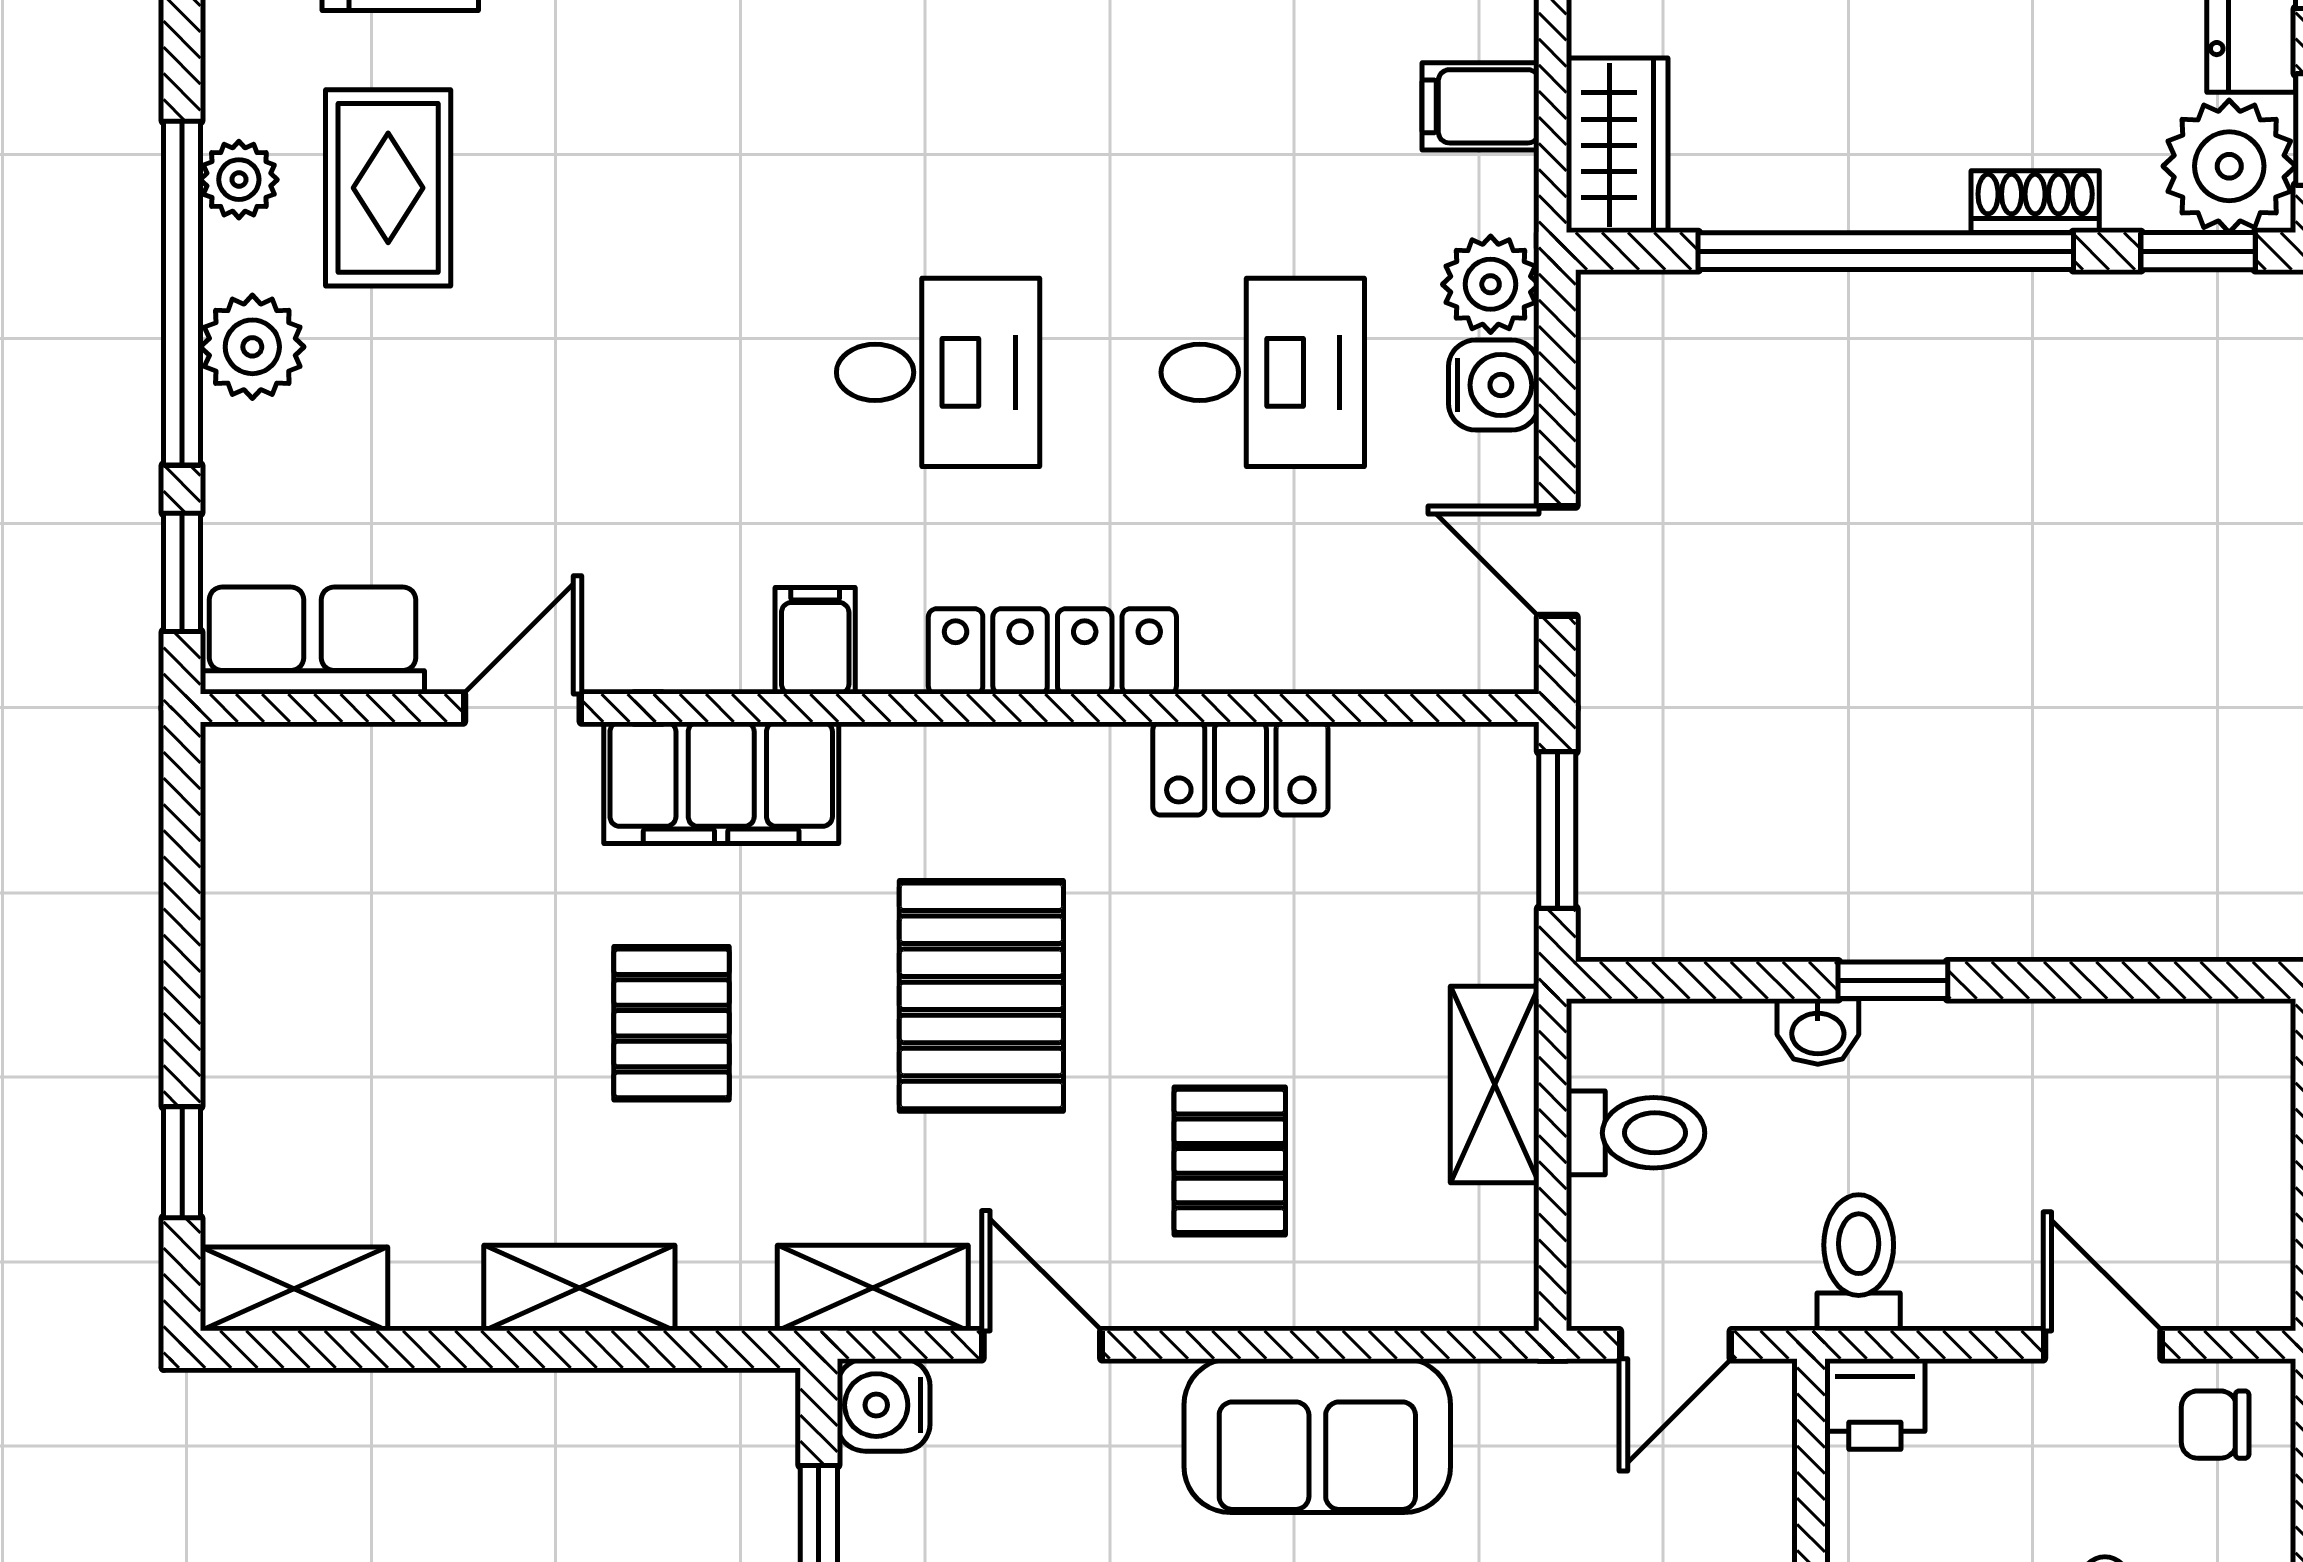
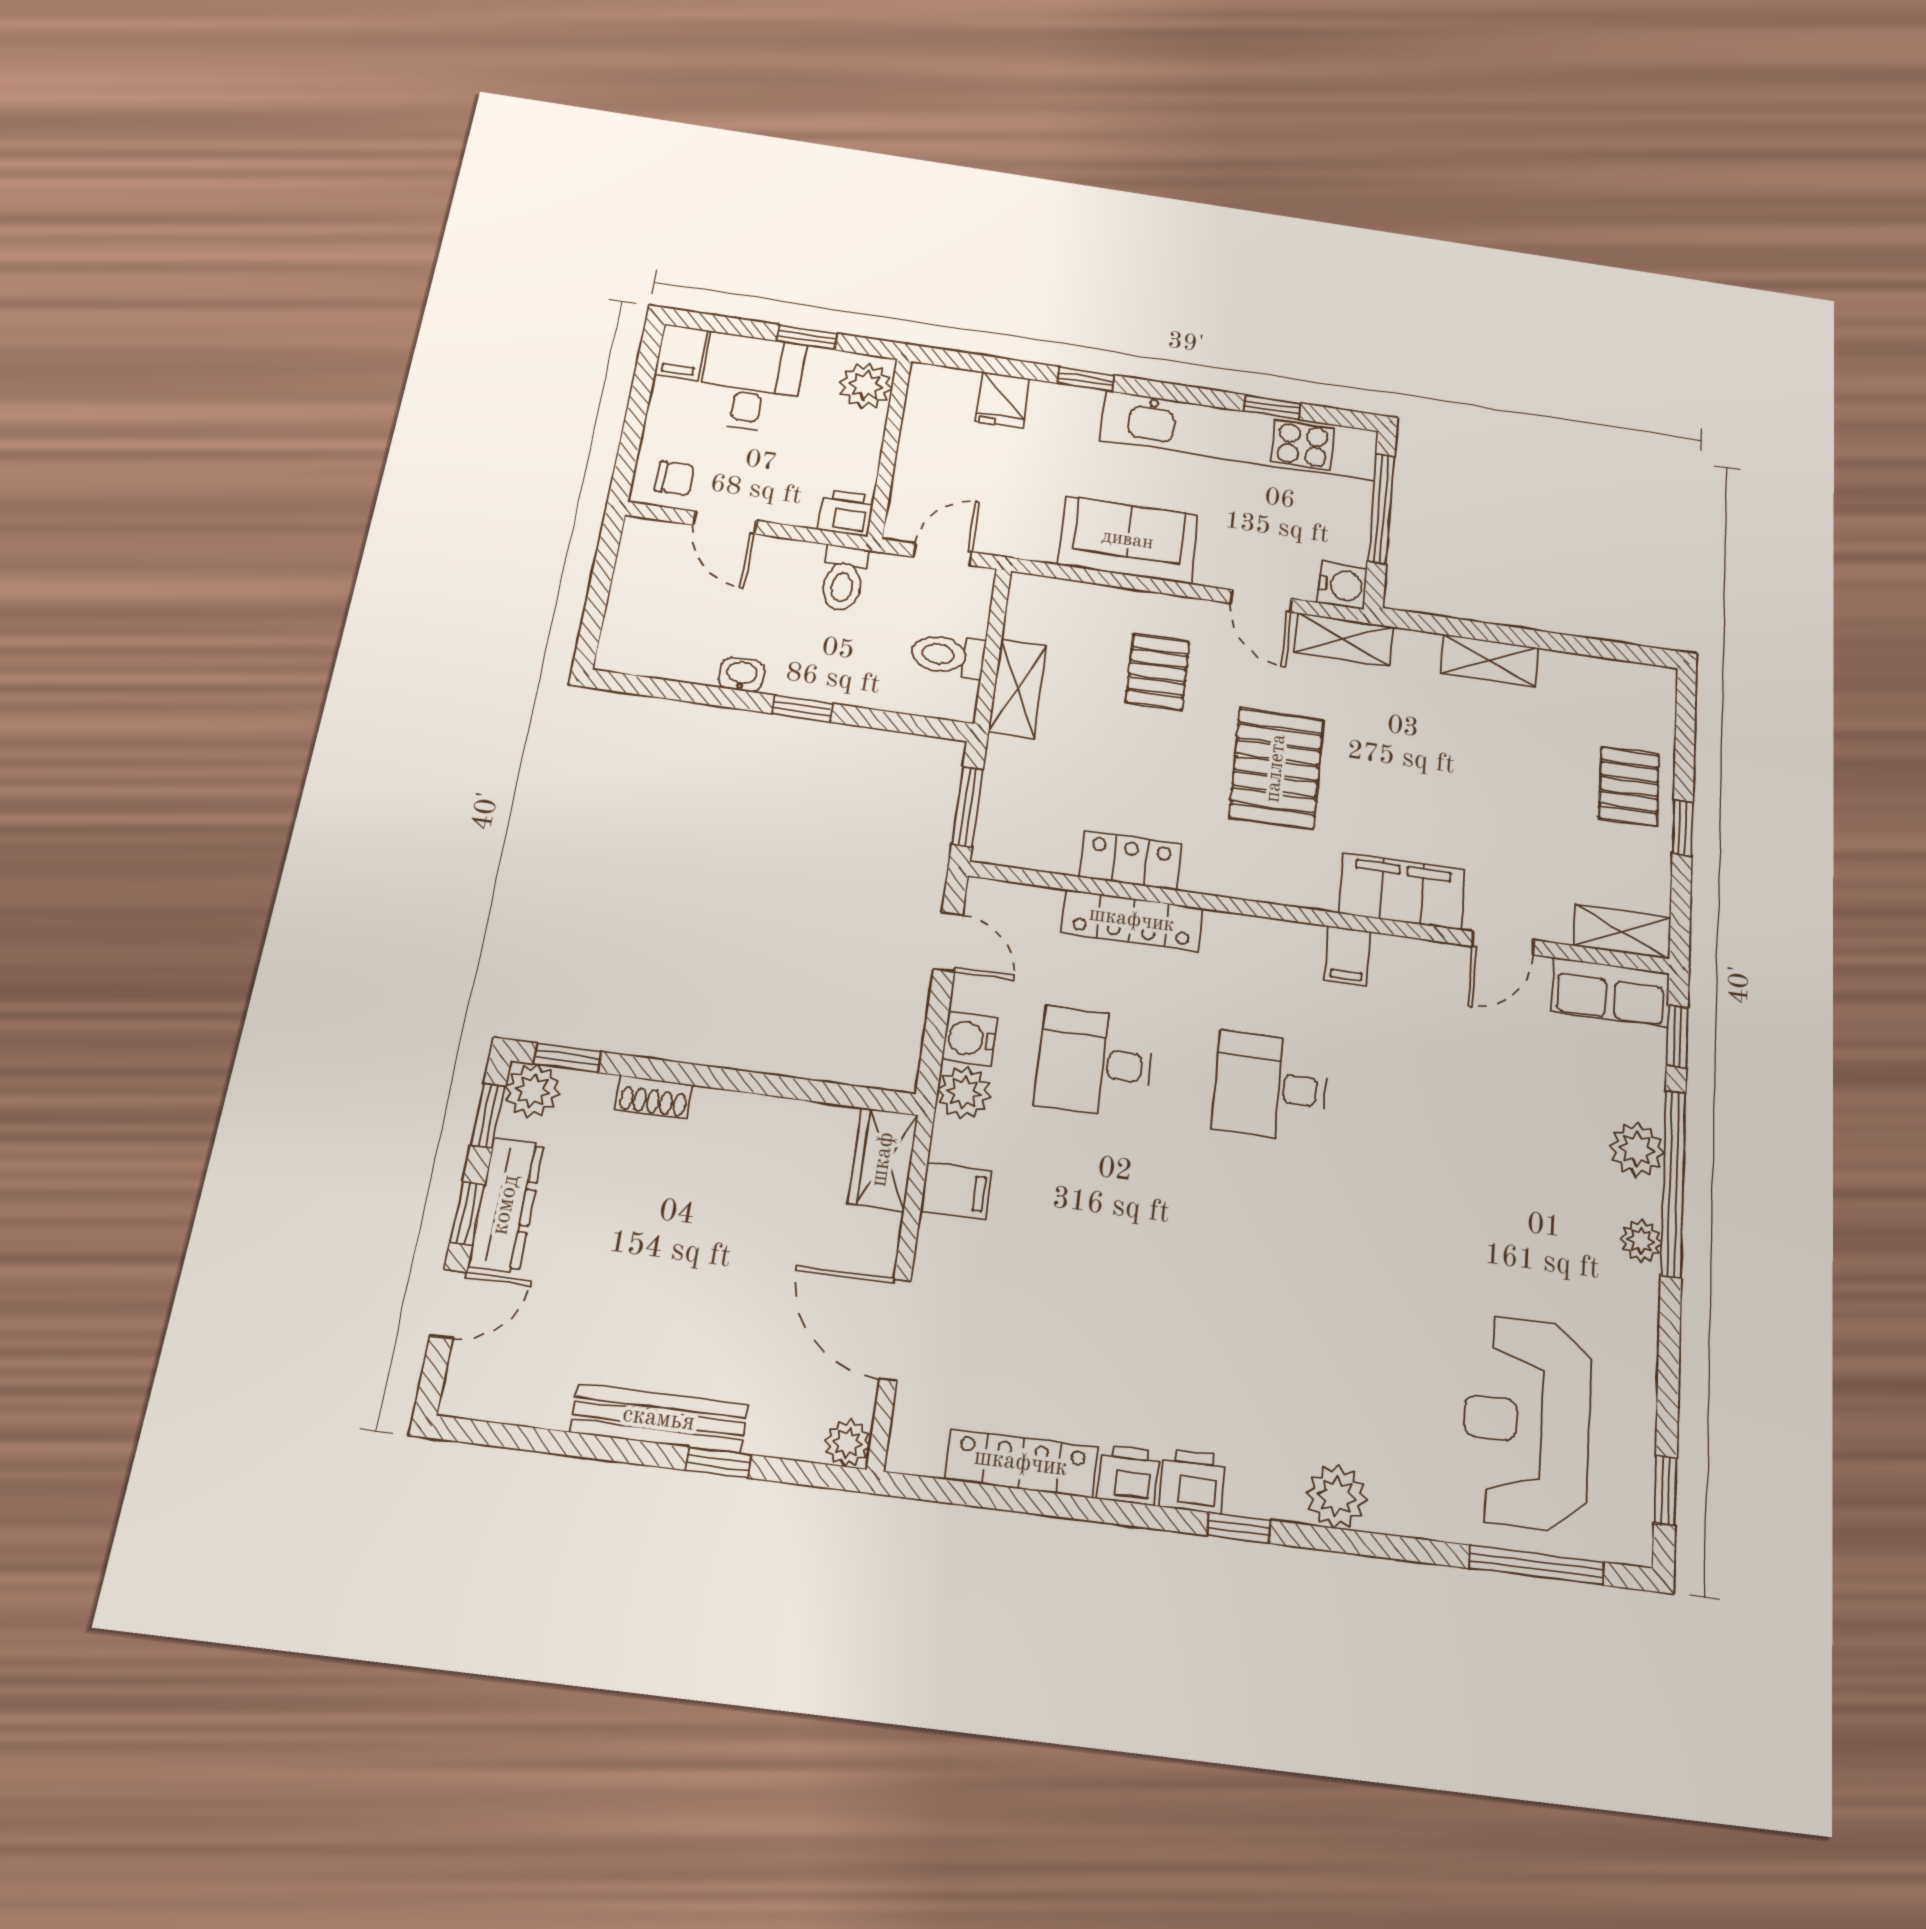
plant: (2229, 166) -> (532, 1091), width x0.73, depth x0.73
rug: (388, 188) -> (1561, 1225), removed
window: (1886, 251) -> (742, 1081), removed
locker: (1052, 651) -> (1132, 920), moved
pallet: (672, 1023) -> (1629, 787), moved
washbasin: (1818, 1032) -> (742, 675), moved
window: (182, 1162) -> (1683, 828), moved
shelving: (294, 1289) -> (1622, 932), moved

